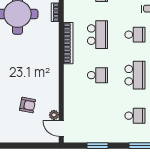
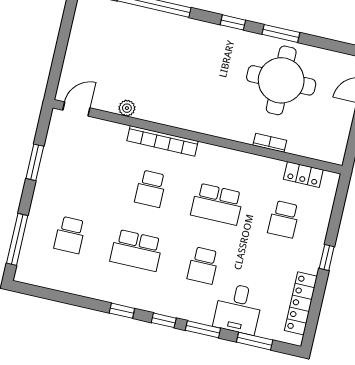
bookcase: (68, 43) -> (163, 141), moved
armchair: (28, 105) -> (128, 63), removed
plant: (54, 115) -> (127, 108), moved

